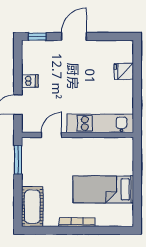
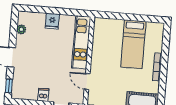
plant: (110, 46) -> (21, 29), added
fridge: (124, 71) -> (52, 21), moved

